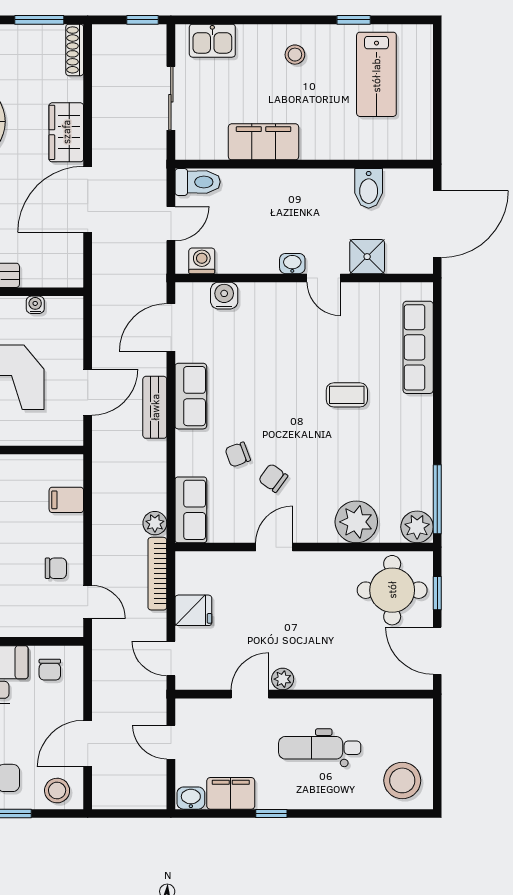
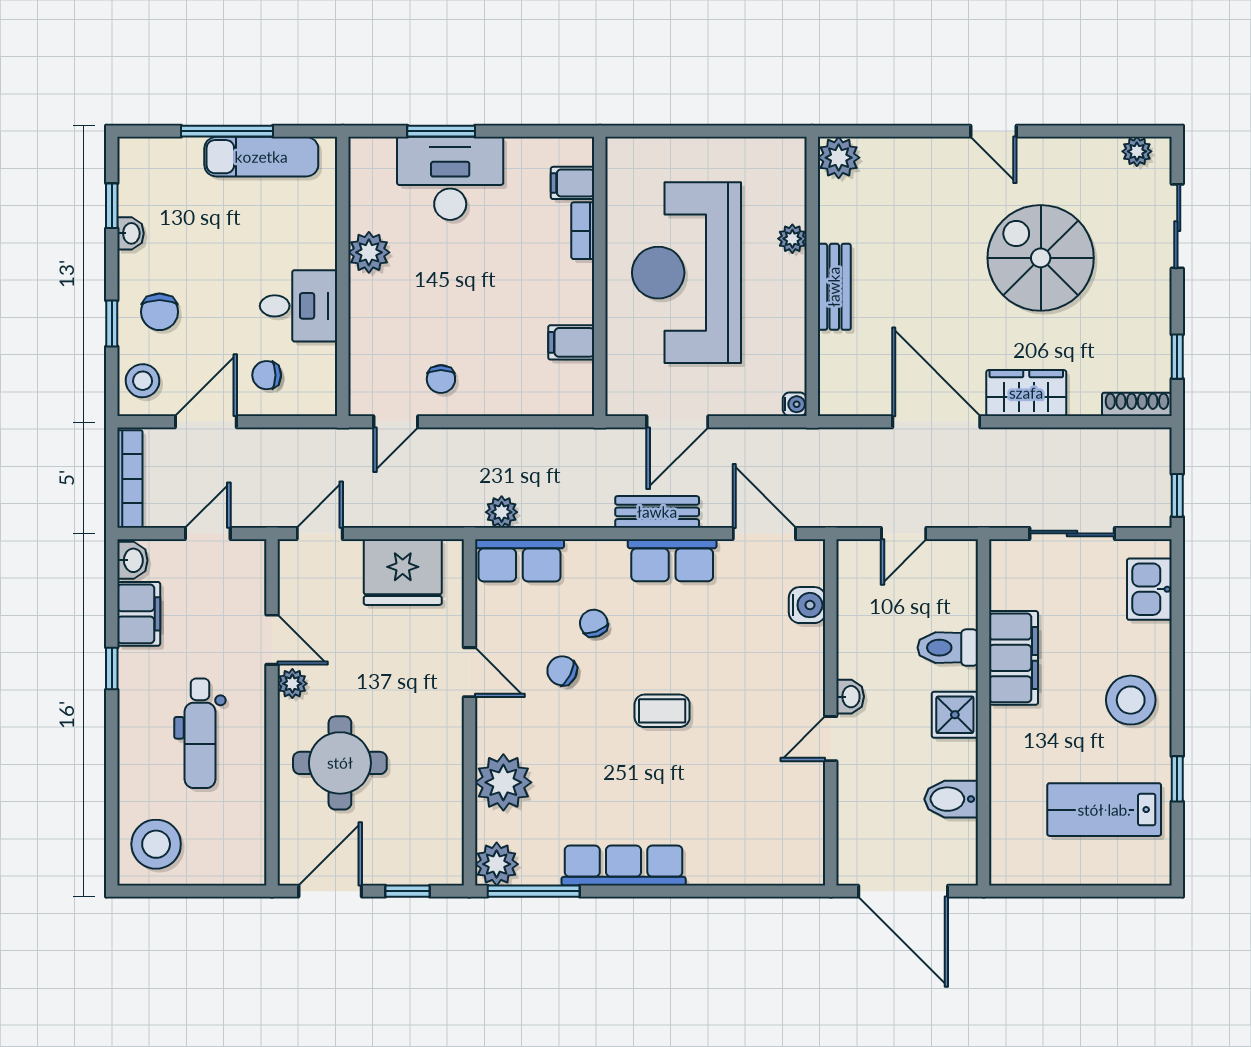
window: (39, 20) -> (1177, 357), width x0.67
stool: (295, 55) -> (1131, 700), width x1.89, depth x1.89
toilet: (198, 182) -> (948, 648), moved, turned 90
door: (171, 224) -> (904, 533), hinge flipped
shower: (367, 257) -> (955, 715), moved
washing machine: (202, 261) -> (854, 575), removed
water cooler: (35, 305) -> (795, 404), moved
row of seats: (418, 347) -> (624, 866), moved
door: (88, 392) -> (677, 422), hinge flipped
coffee table: (347, 395) -> (662, 711), moved, turned 90
chair: (273, 478) -> (562, 671), turned -99
filing cabinet: (66, 500) -> (571, 342), moved, turned -90
bookcase: (157, 574) -> (130, 479), moved, turned 90
round table: (392, 590) -> (340, 763), moved
fridge: (193, 610) -> (403, 572), width x1.88, depth x1.34
chair: (50, 670) -> (267, 375), moved
door: (88, 743) -> (206, 422), hinge flipped
dental chair: (320, 748) -> (200, 733), turned 180

